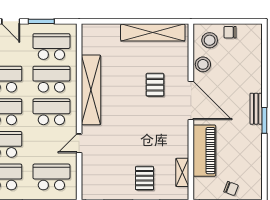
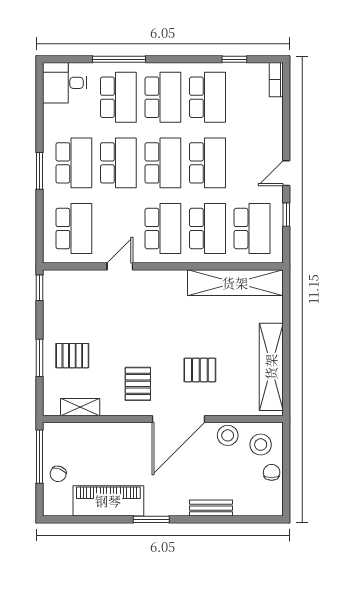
window: (41, 21) -> (286, 215), width x0.67
shelving: (91, 90) -> (235, 283), moved
bench: (256, 109) -> (211, 508), moved
pallet: (165, 130) -> (138, 384), added
door: (79, 143) -> (120, 266), hinge flipped
piano: (204, 151) -> (108, 501), moved, turned 180

